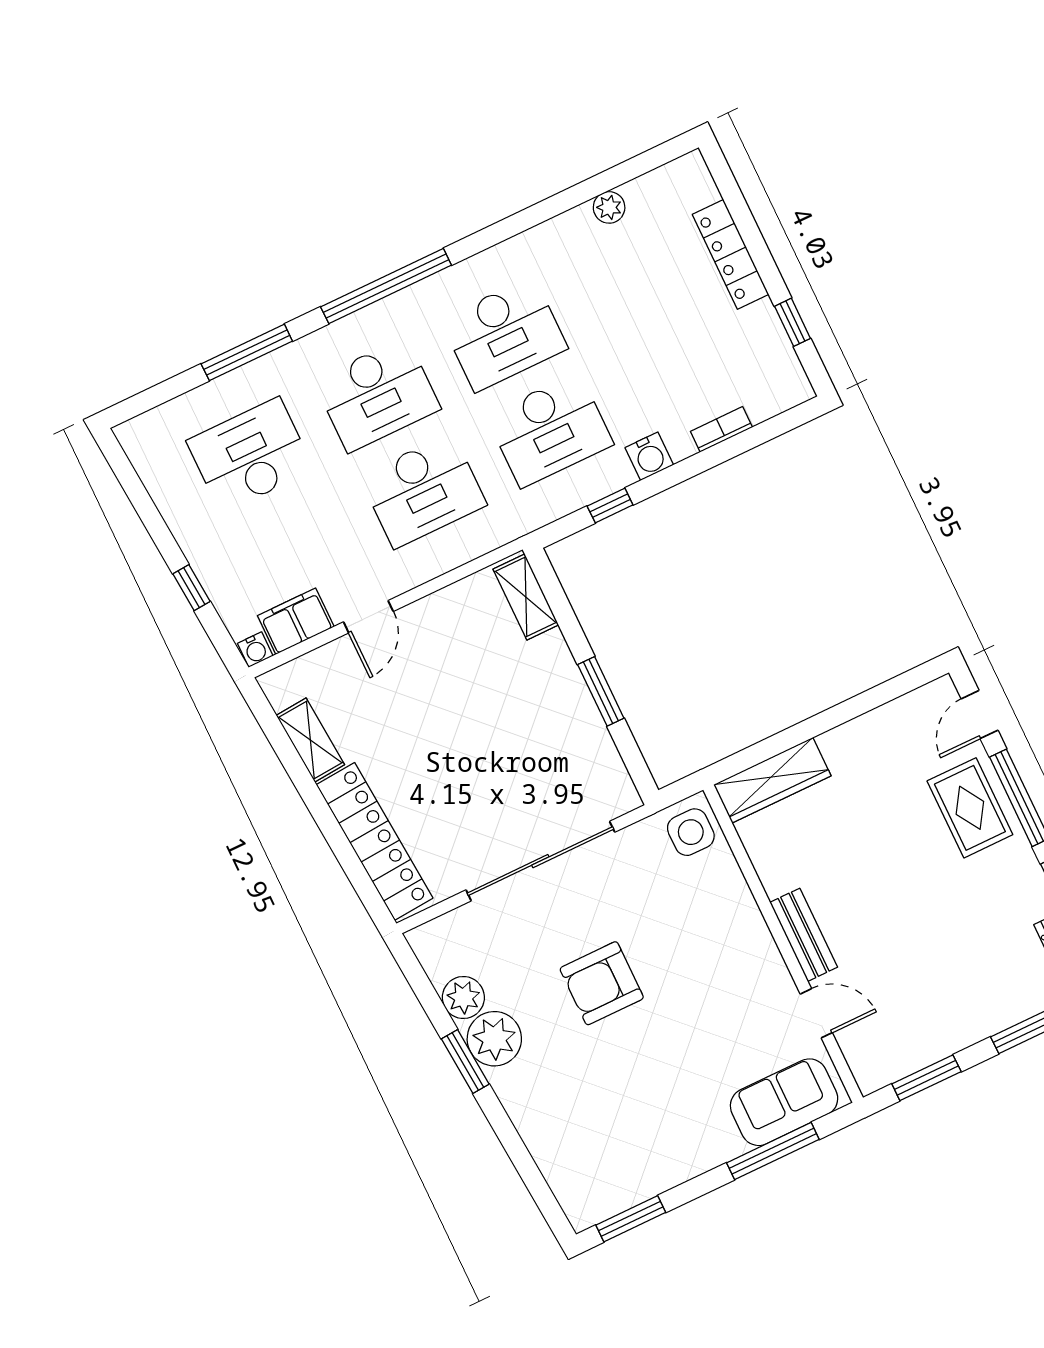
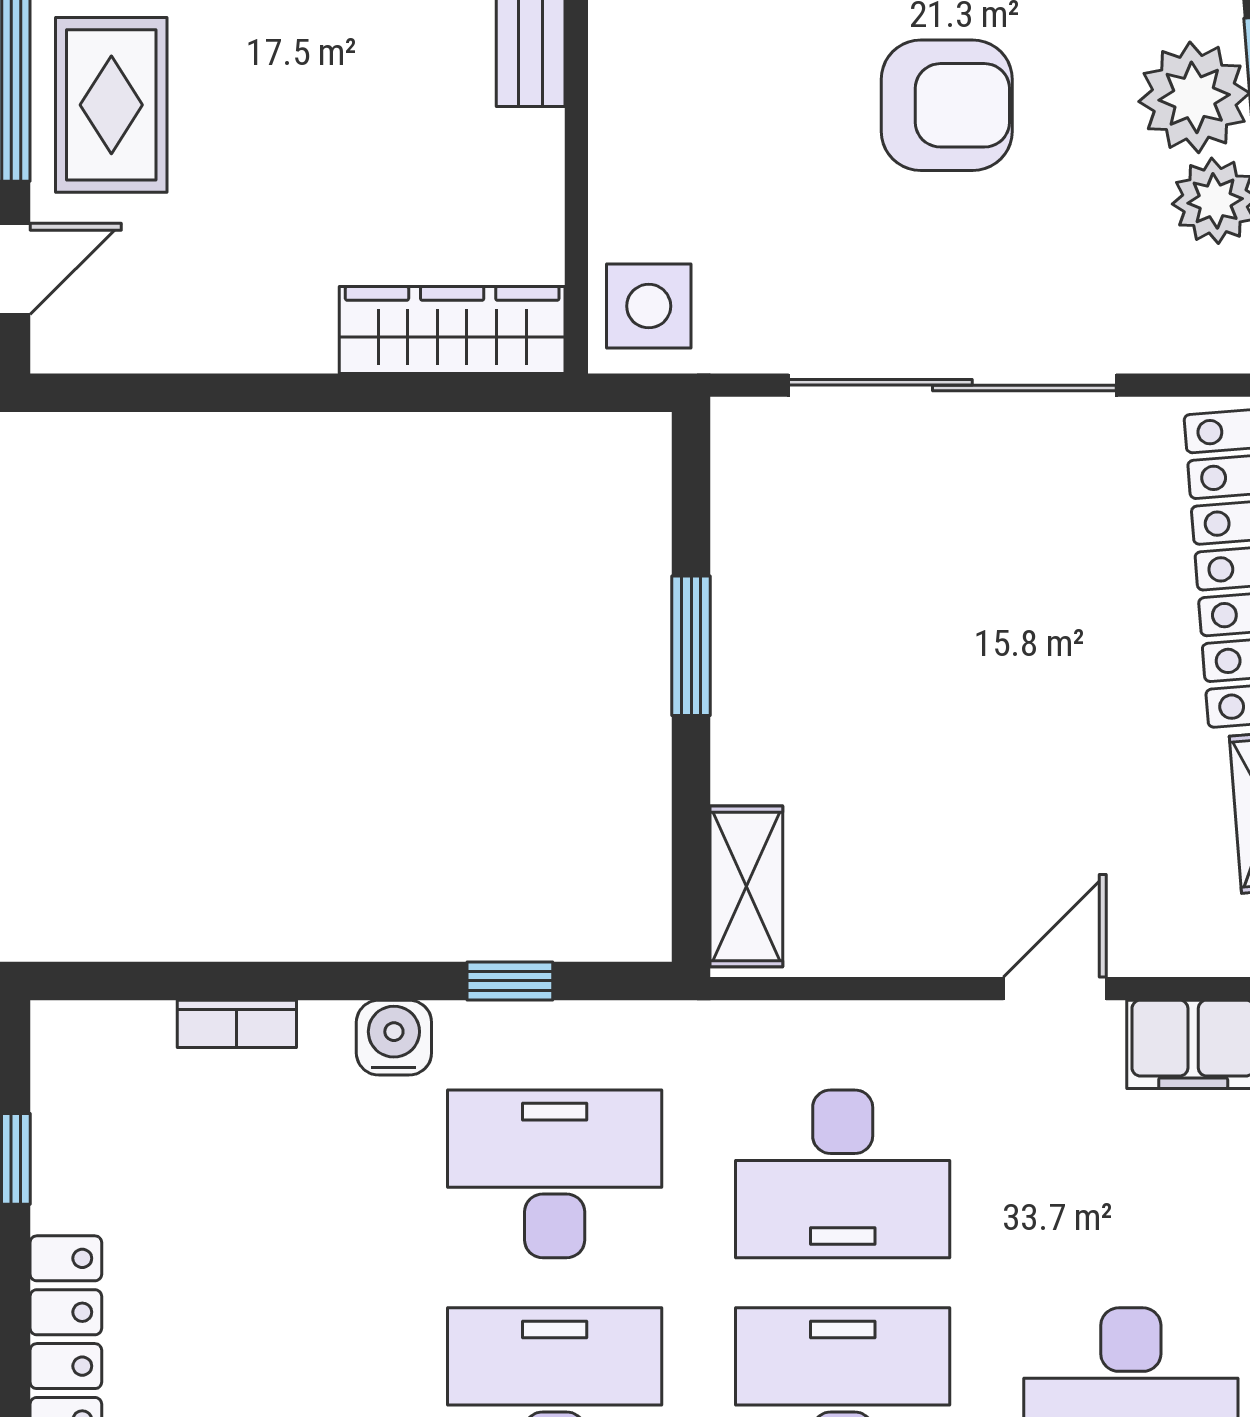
desk: (423, 491) -> (843, 1174), turned 180

